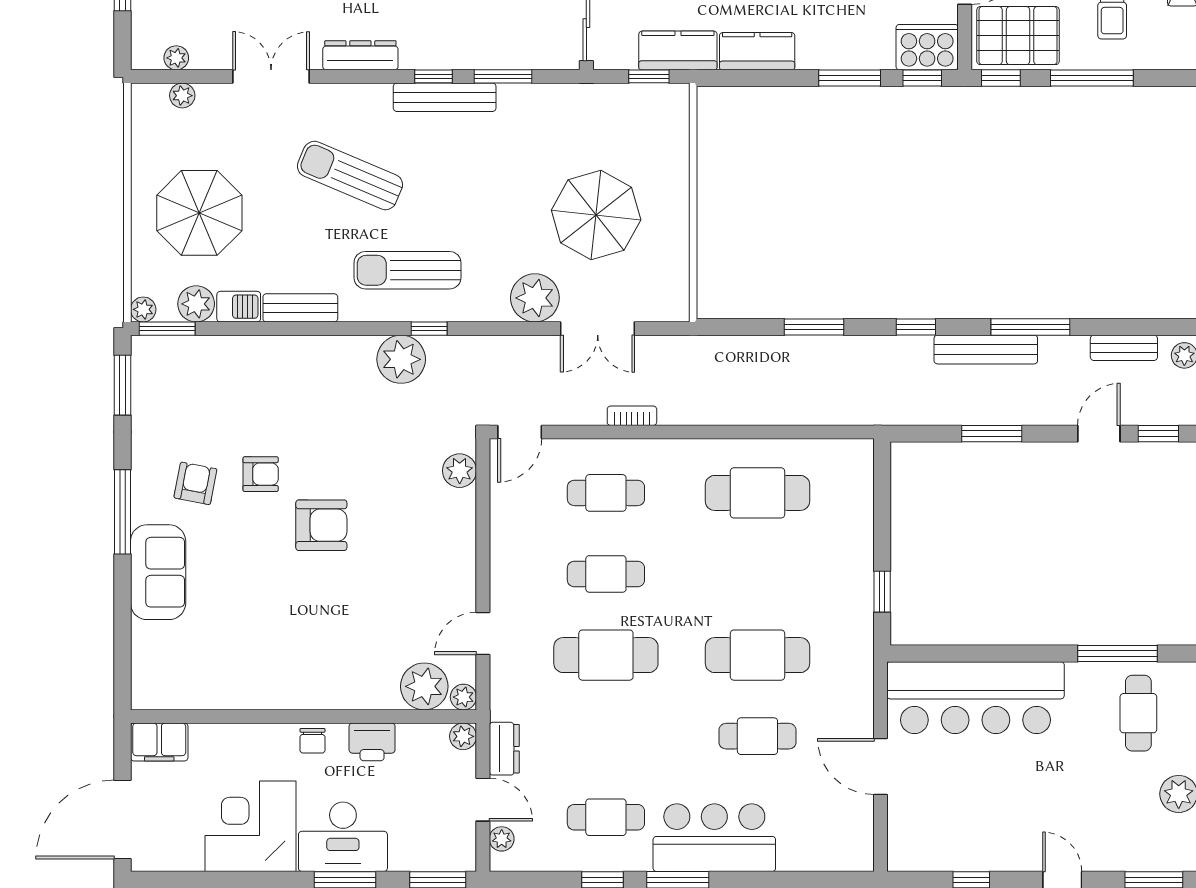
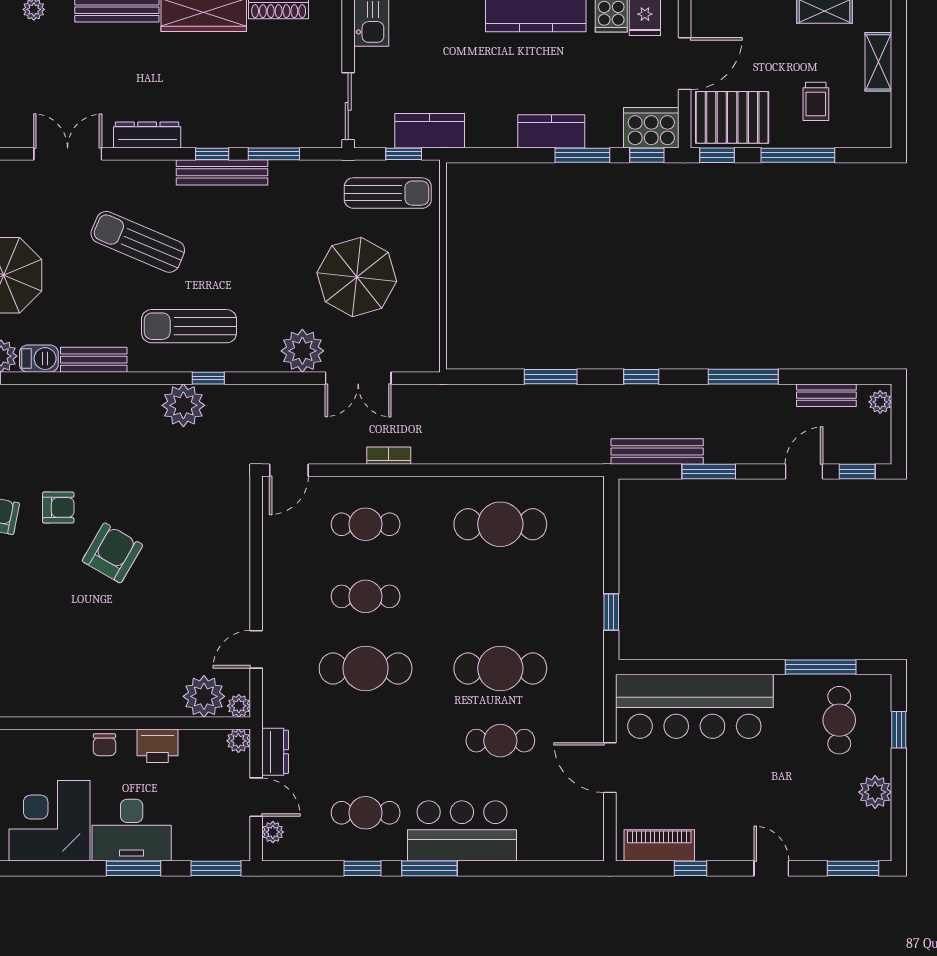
kitchen counter: (757, 51) -> (551, 131), moved
sun lounger: (631, 121) -> (388, 193), added
bench: (986, 350) -> (657, 451), moved
plant: (460, 471) -> (235, 504), removed
armchair: (321, 525) -> (112, 553), turned -60
piano: (936, 854) -> (659, 845), added

